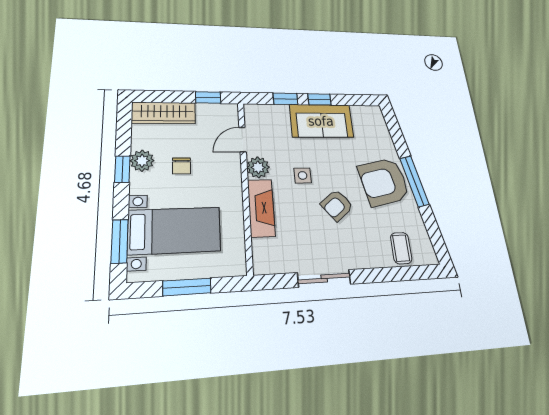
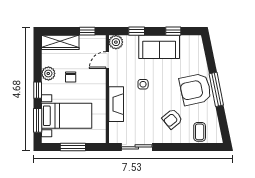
window: (319, 99) -> (173, 31), moved
plant: (258, 167) -> (116, 42), moved
window: (122, 169) -> (38, 90), moved
armchair: (337, 205) -> (172, 119), moved
sliding door: (324, 278) -> (137, 147), moved

